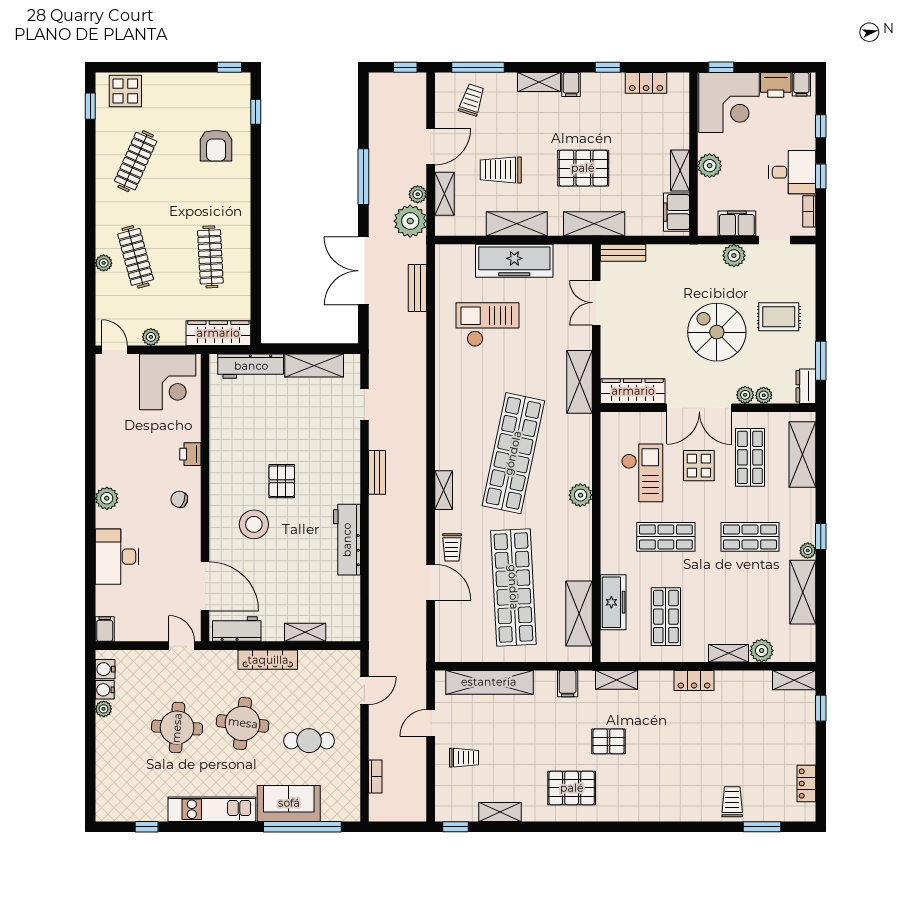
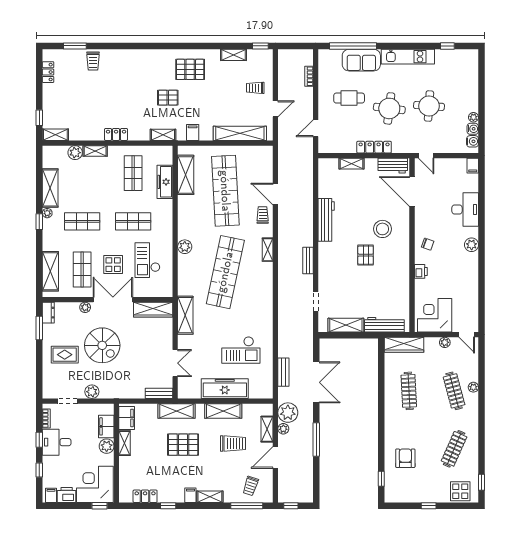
window: (229, 67) -> (429, 506), moved
filing cabinet: (737, 223) -> (106, 426), moved, turned 90
plant: (764, 395) -> (74, 307), removed

